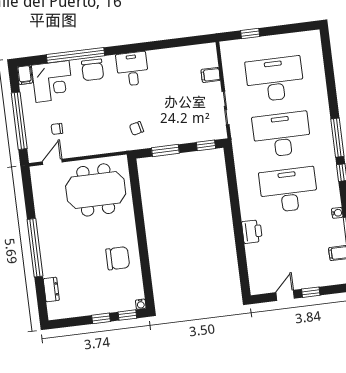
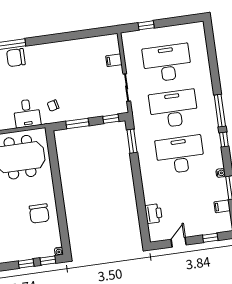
desk: (132, 69) -> (27, 113), moved, turned 180
chair: (93, 70) -> (16, 58), turned 90
window: (231, 173) -> (132, 141), added
printer: (252, 232) -> (154, 214), moved
chair: (118, 258) -> (39, 213), turned 90
window: (311, 292) -> (210, 238), moved

